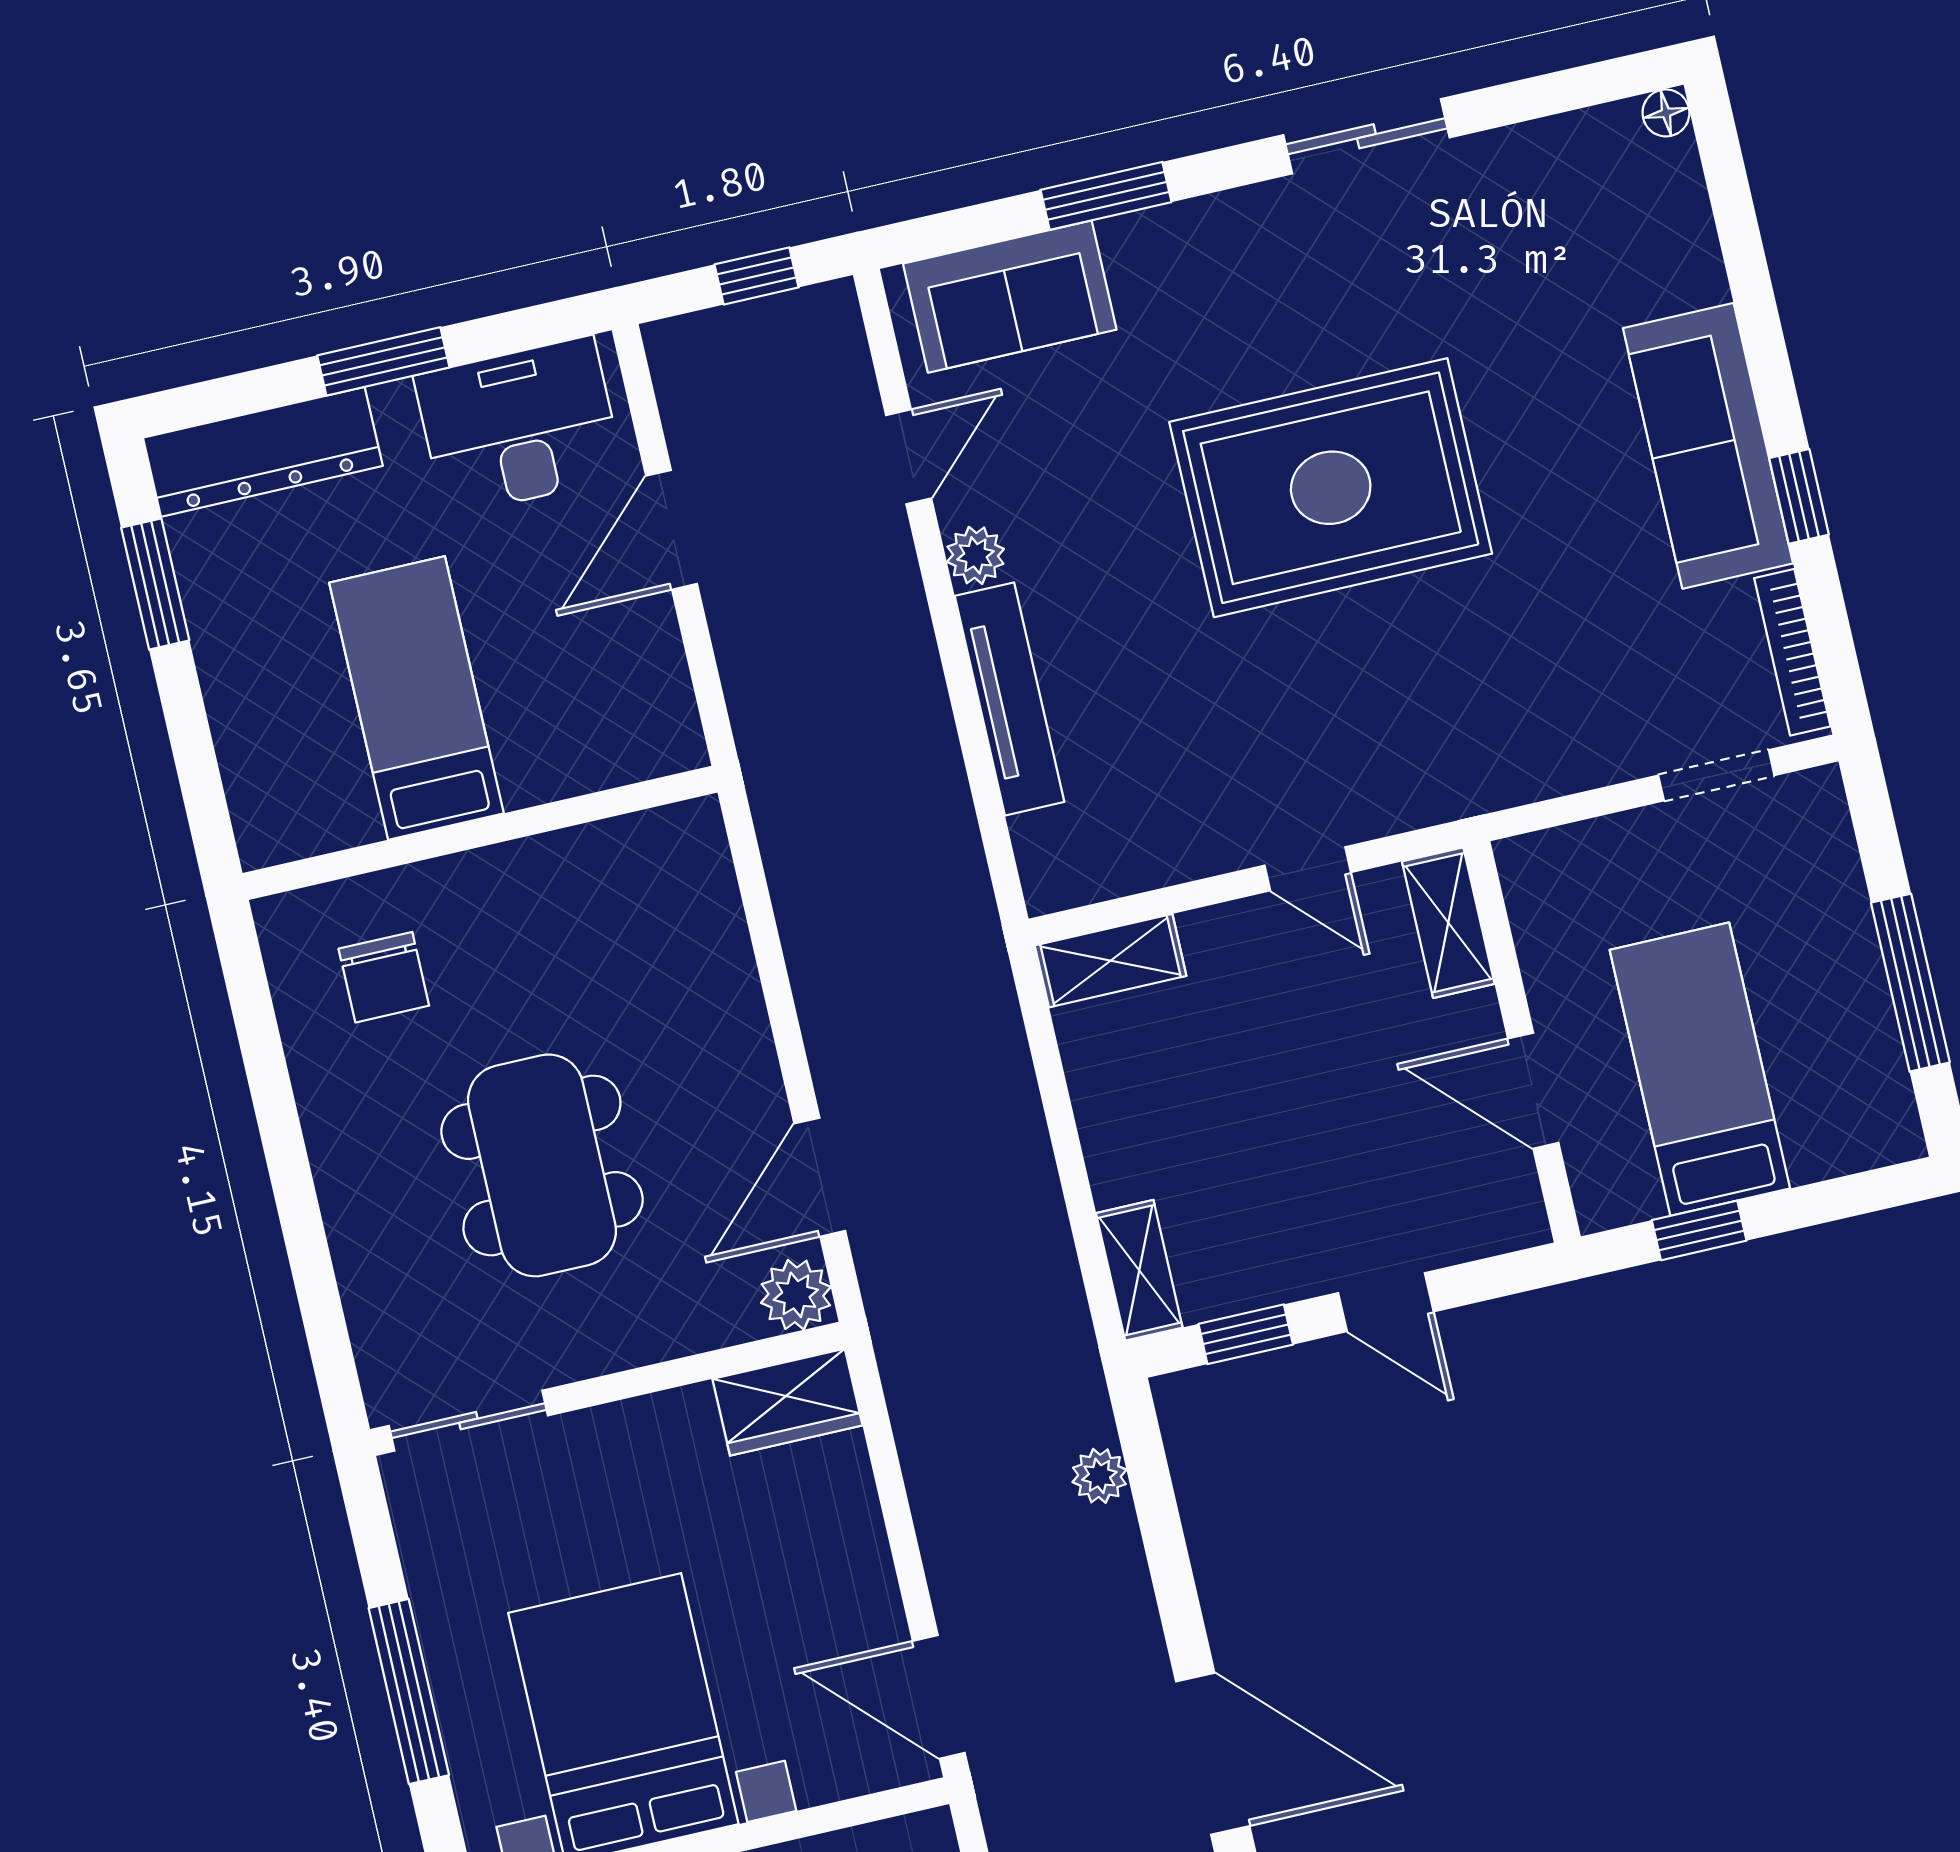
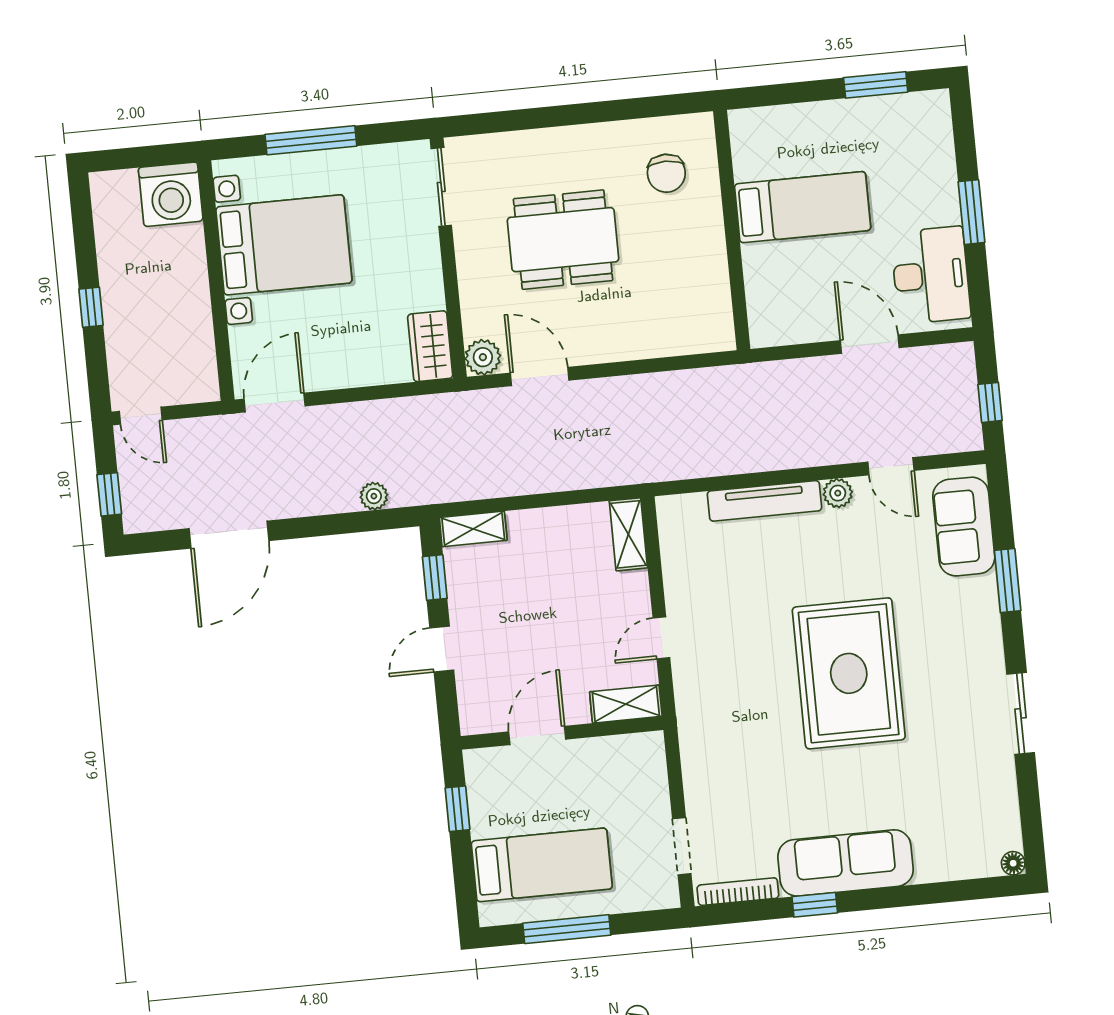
dresser: (263, 452) -> (934, 147), removed
chair: (384, 977) -> (666, 173), turned -90
bed: (1700, 1069) -> (542, 865), moved

